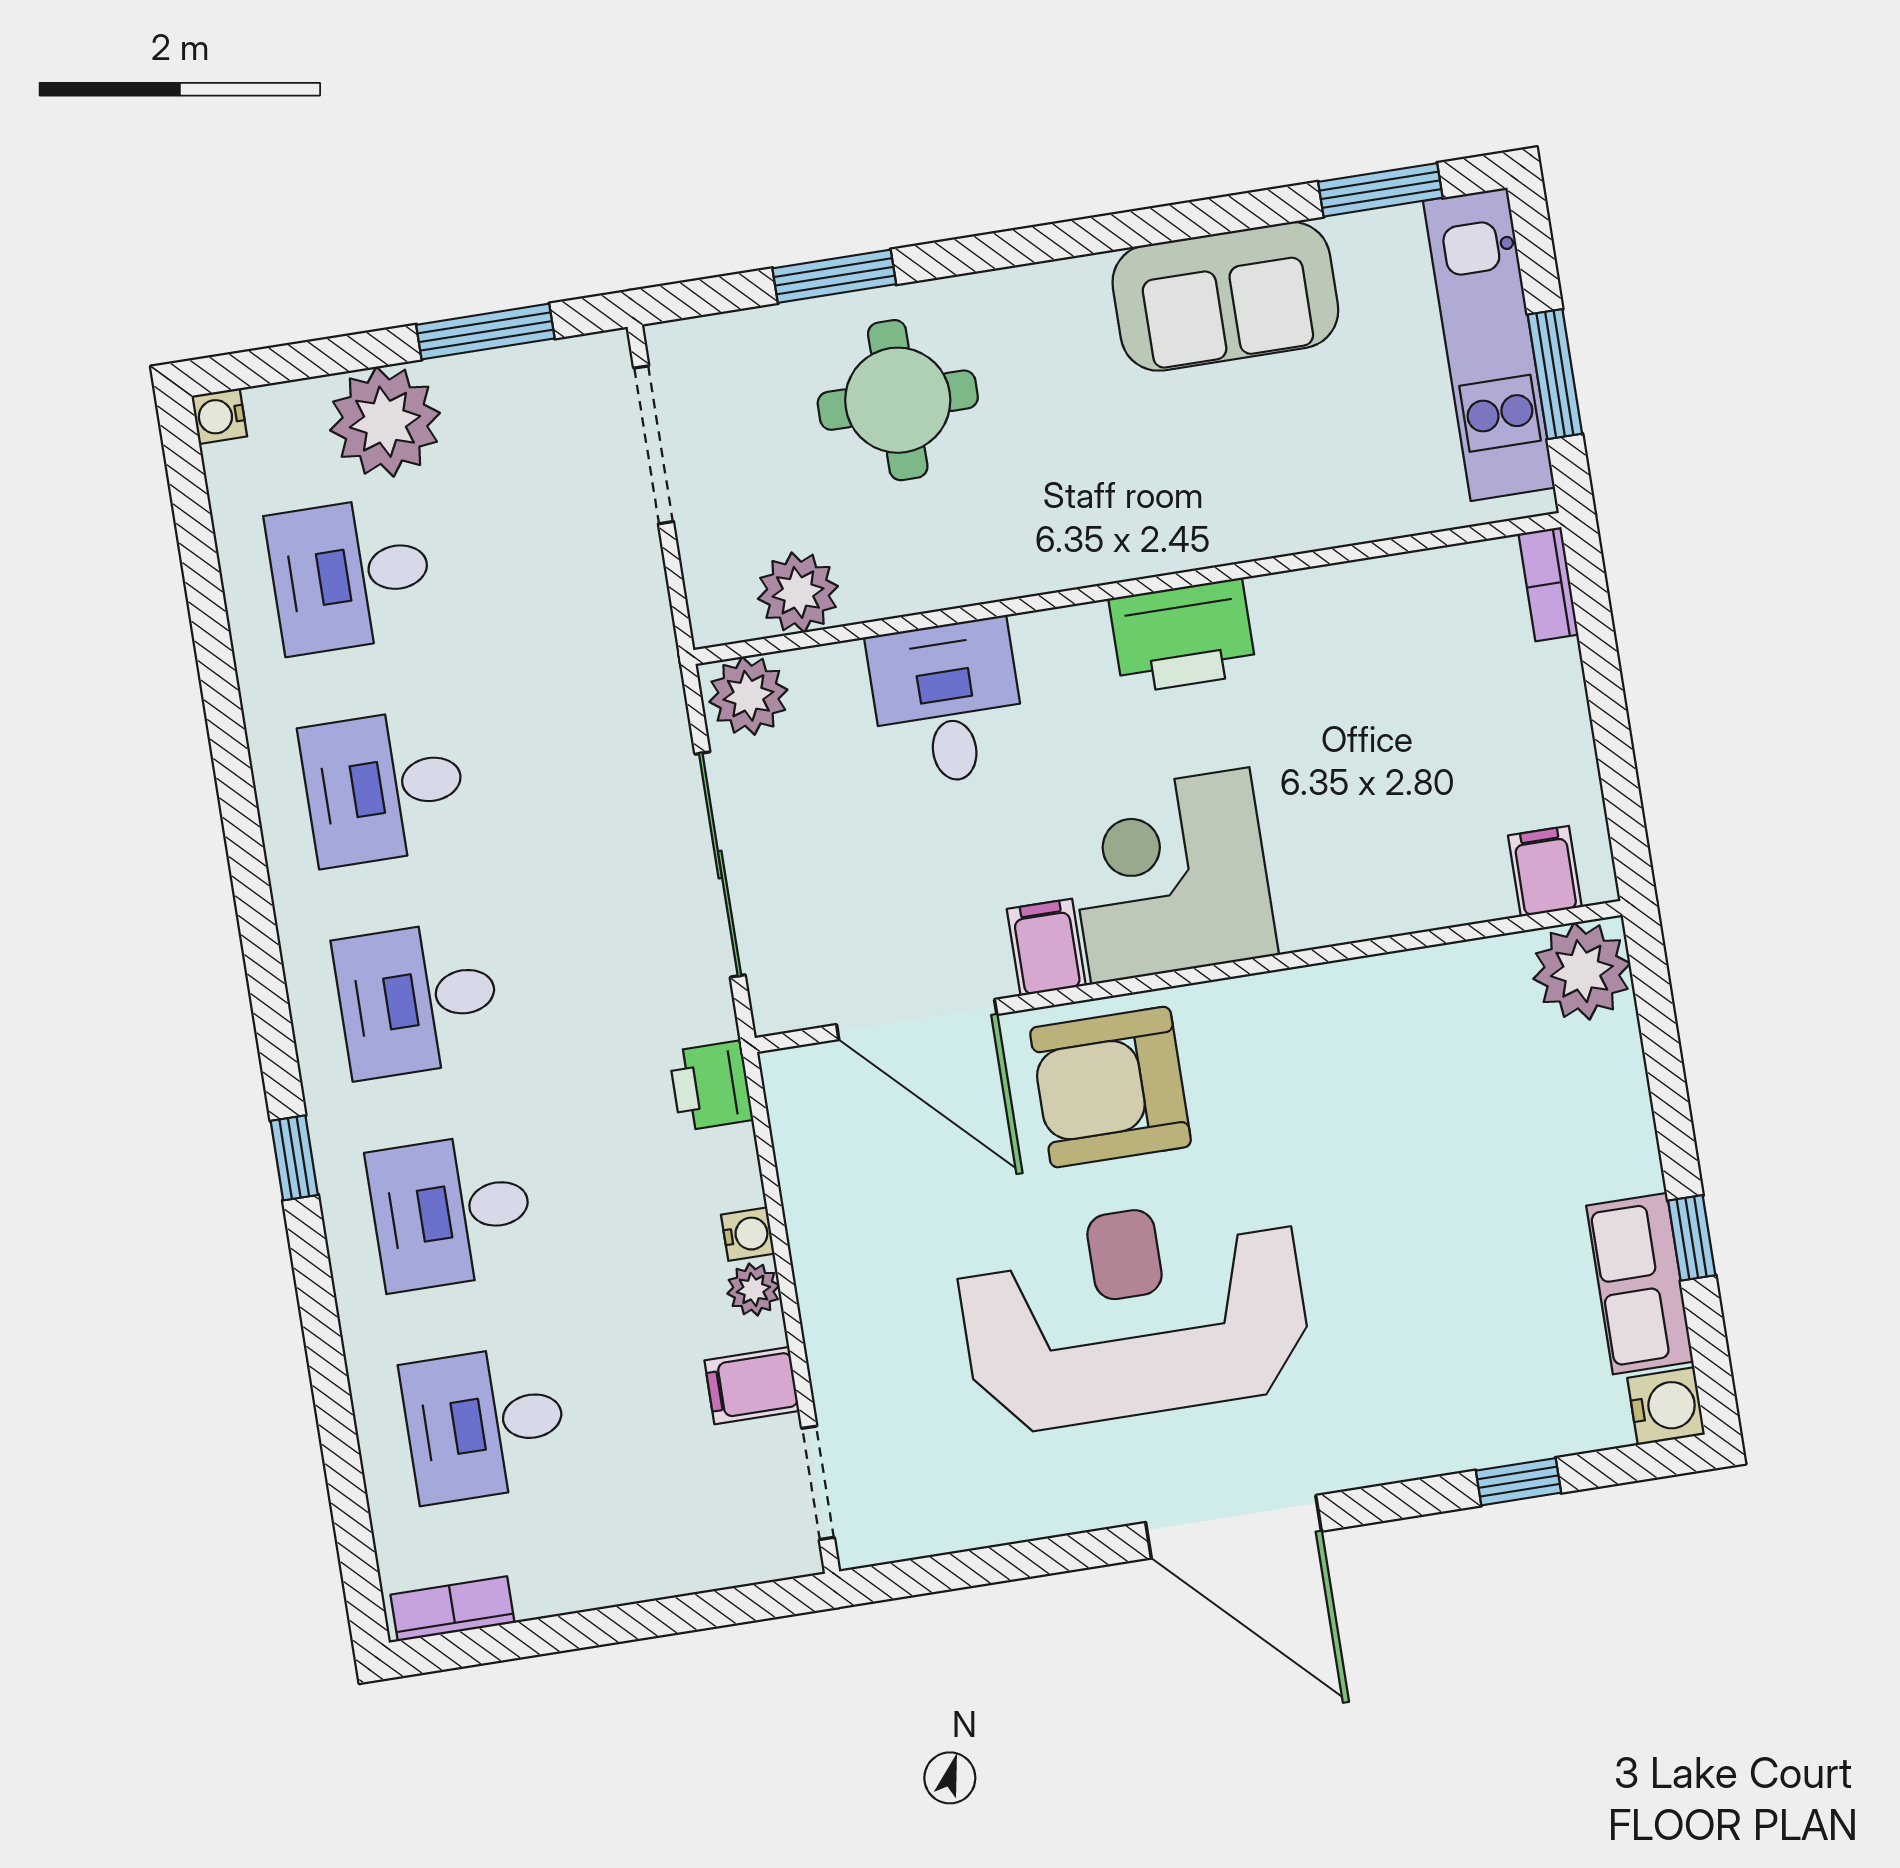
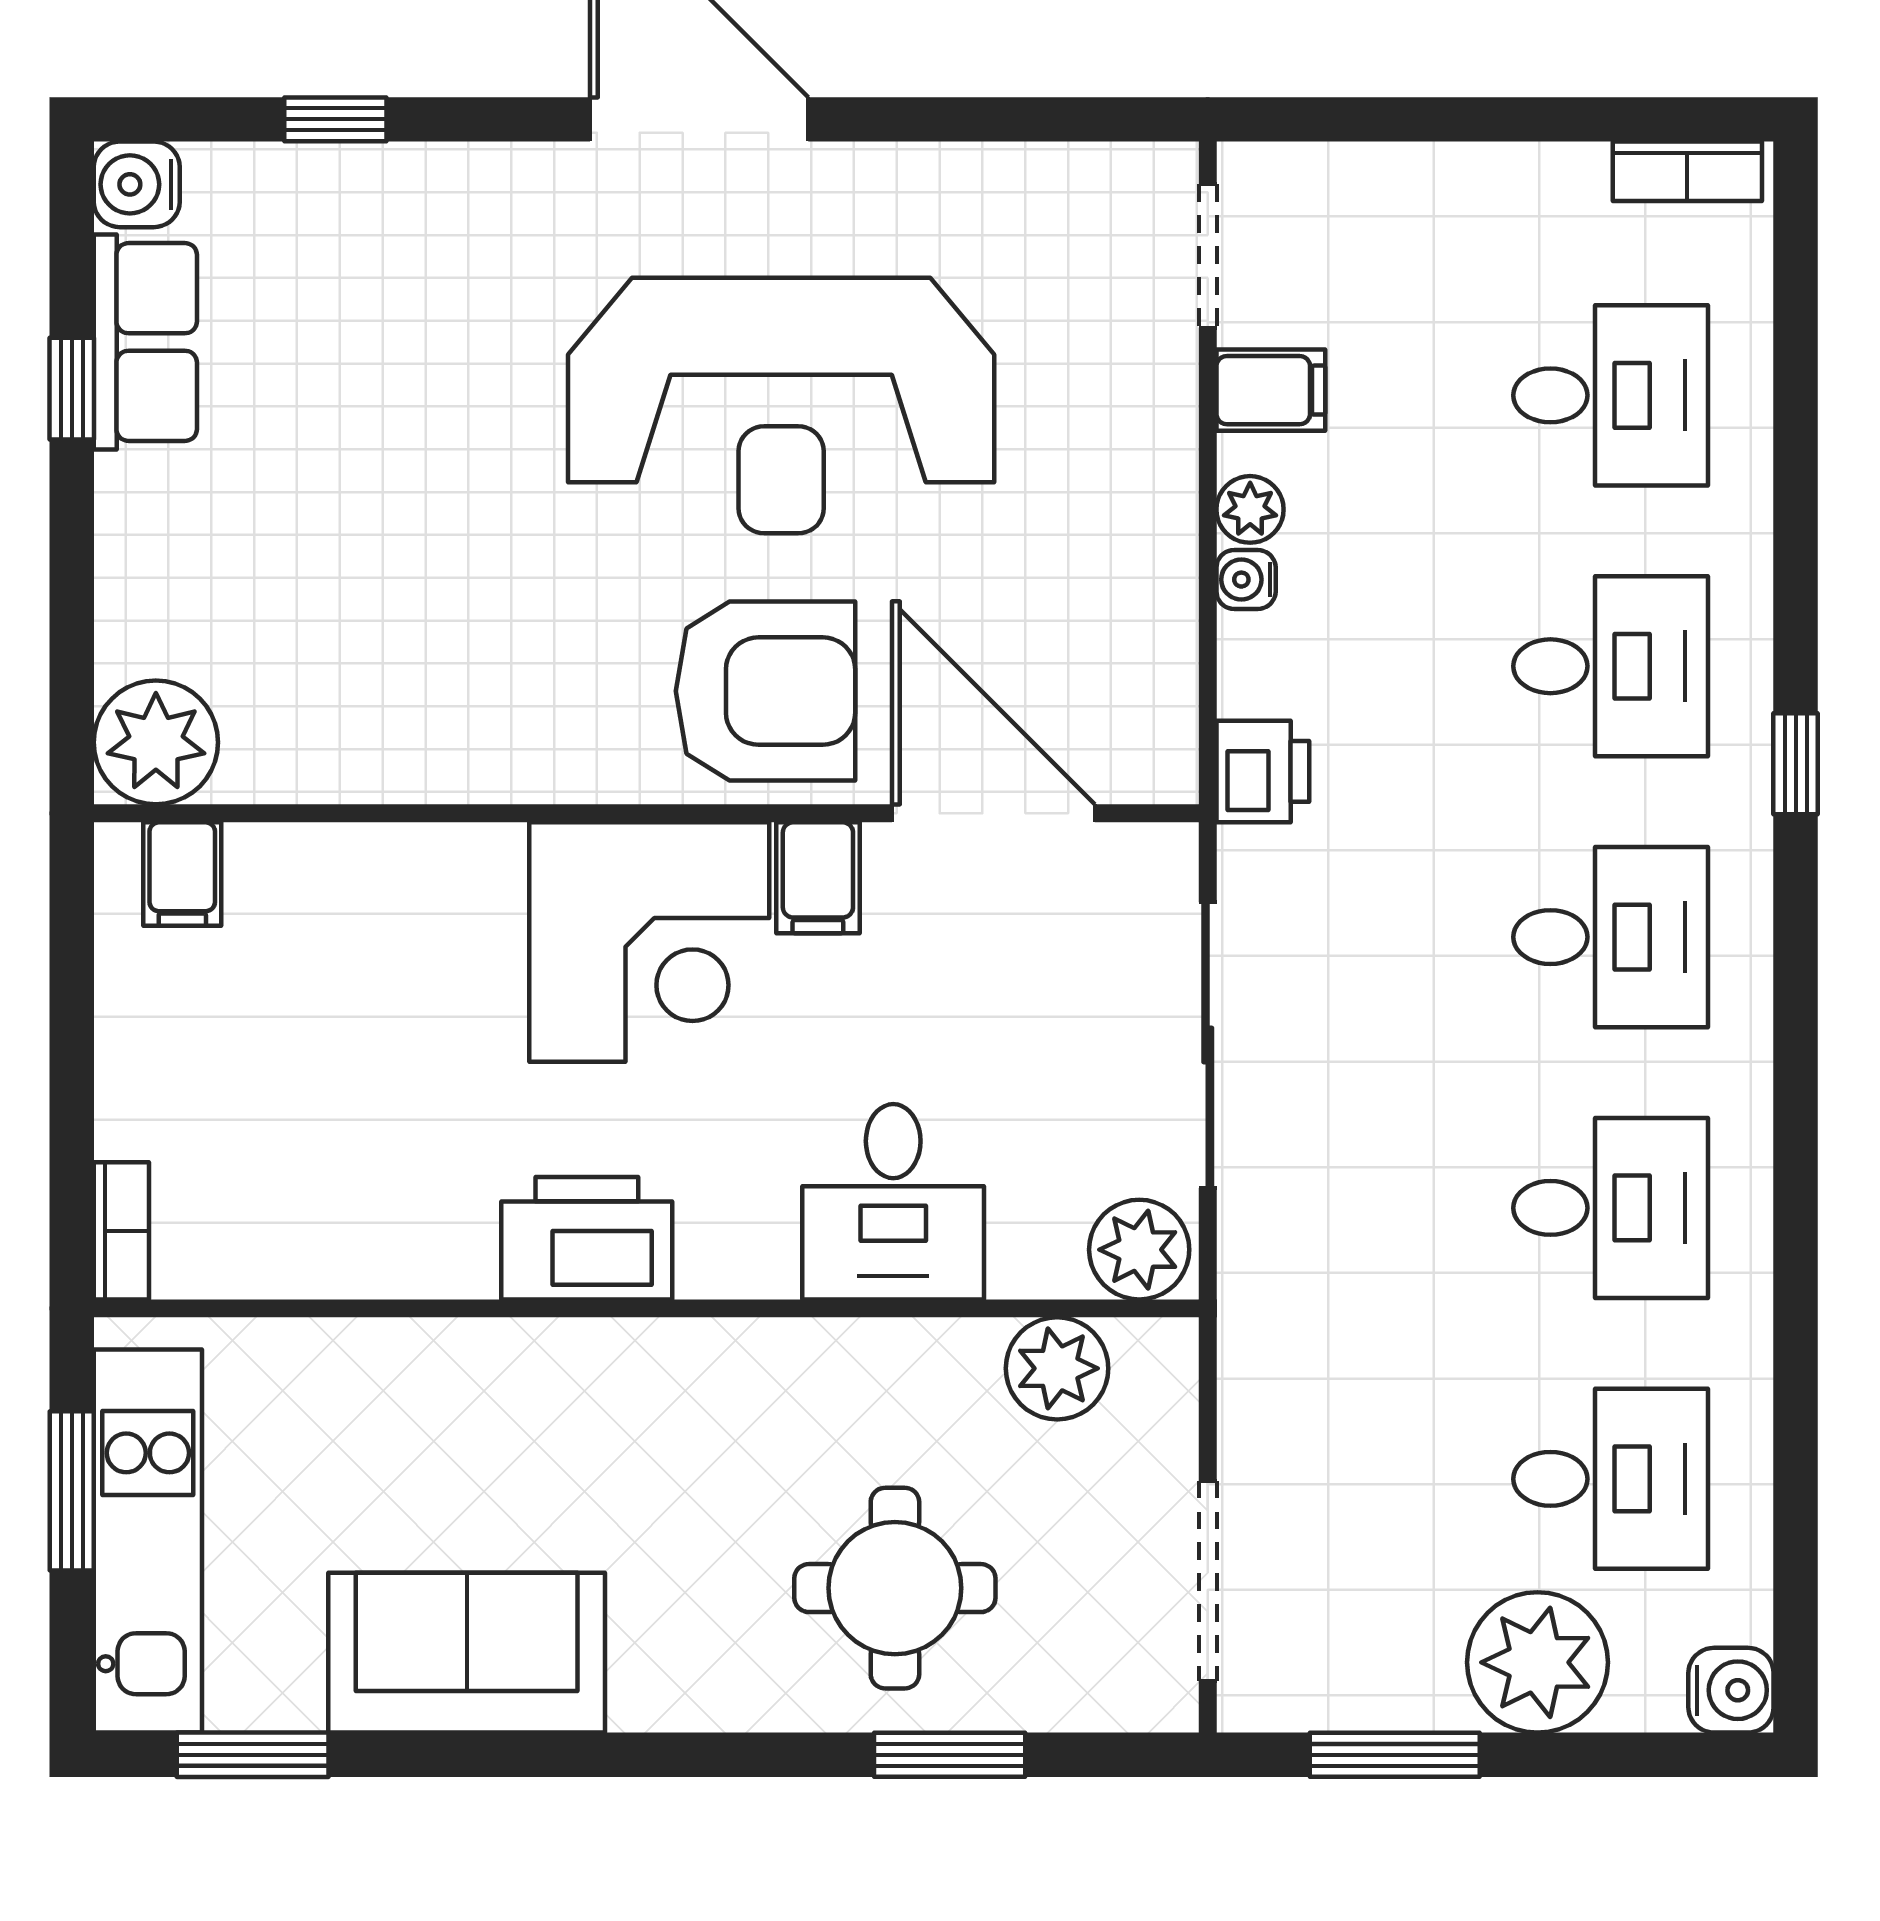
water cooler: (219, 416) -> (1731, 1690), width x1.38, depth x1.38

